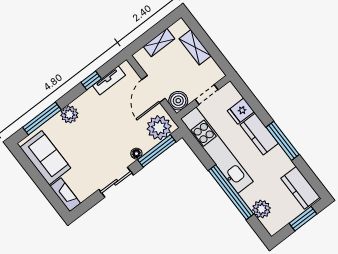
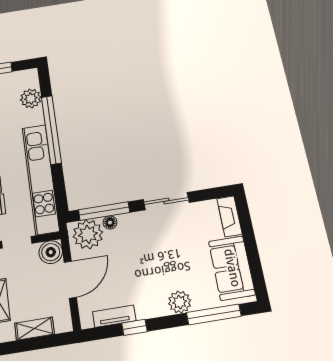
floor lamp: (136, 154) -> (110, 222), moved

